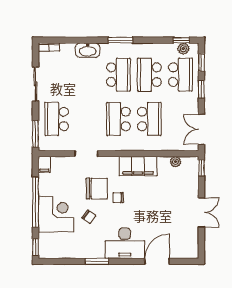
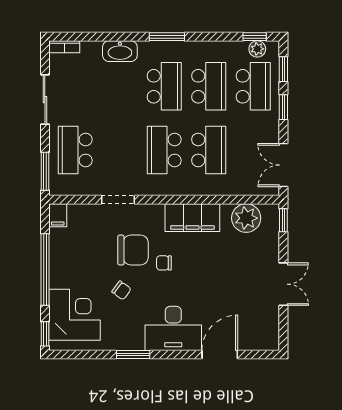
school desk: (149, 75) -> (209, 86), turned 180
plant: (176, 162) -> (246, 218), width x1.87, depth x1.87
corner desk: (56, 214) -> (75, 315), moved

